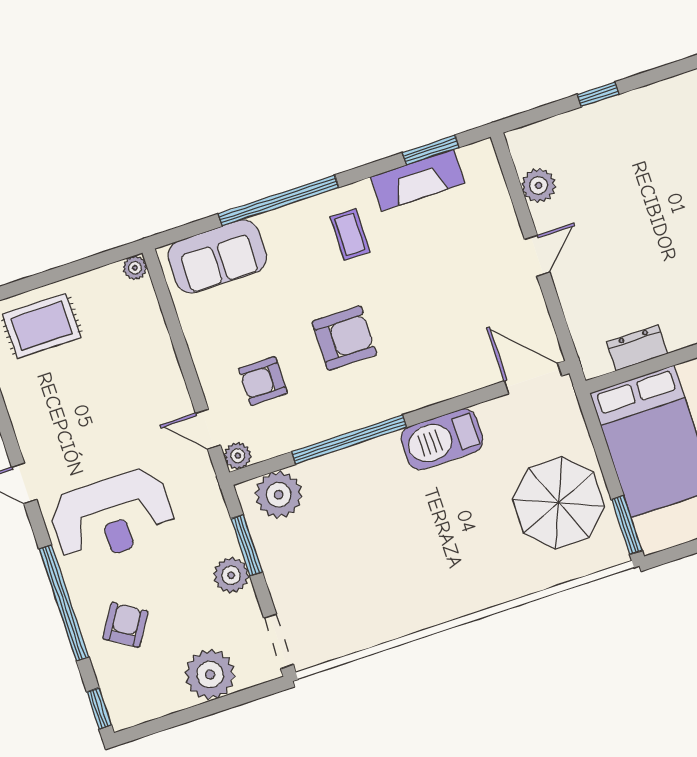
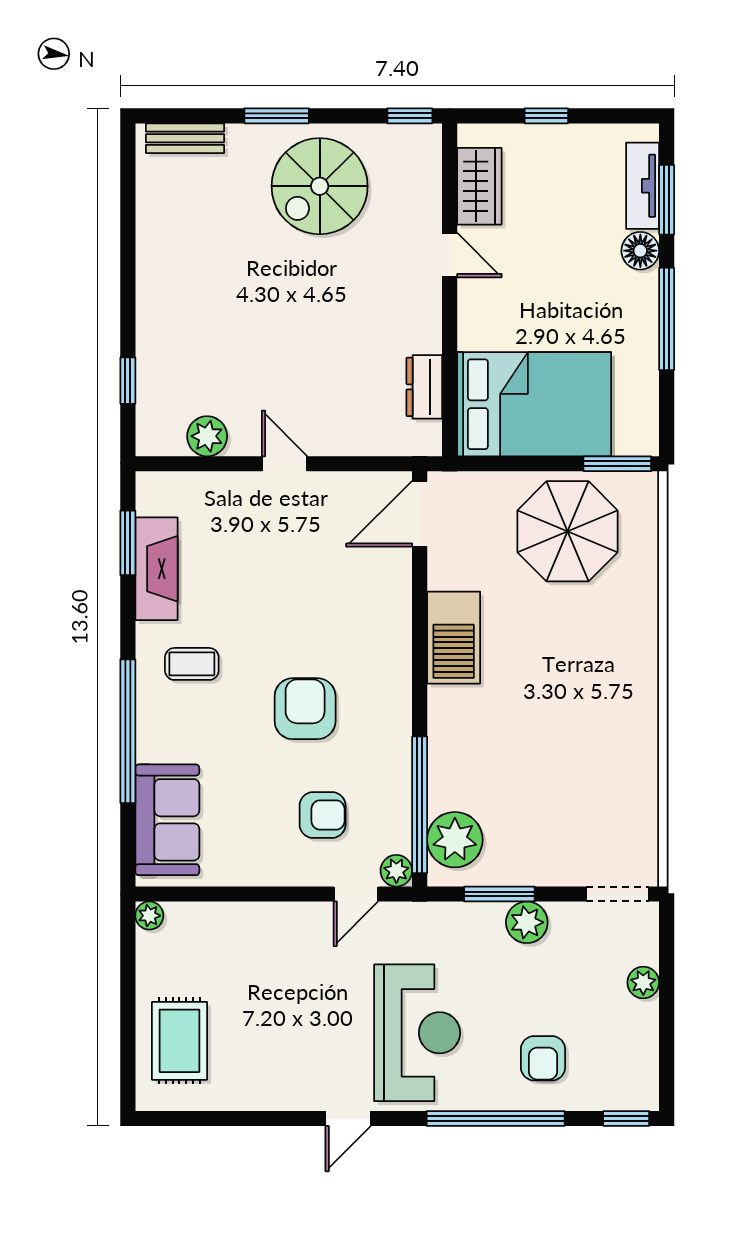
window: (598, 94) -> (128, 381), moved
armchair: (263, 381) -> (323, 815), turned -90
window: (349, 440) -> (420, 805), moved
armchair: (125, 625) -> (543, 1058), turned -122
plant: (210, 674) -> (643, 983), width x0.53, depth x0.53

